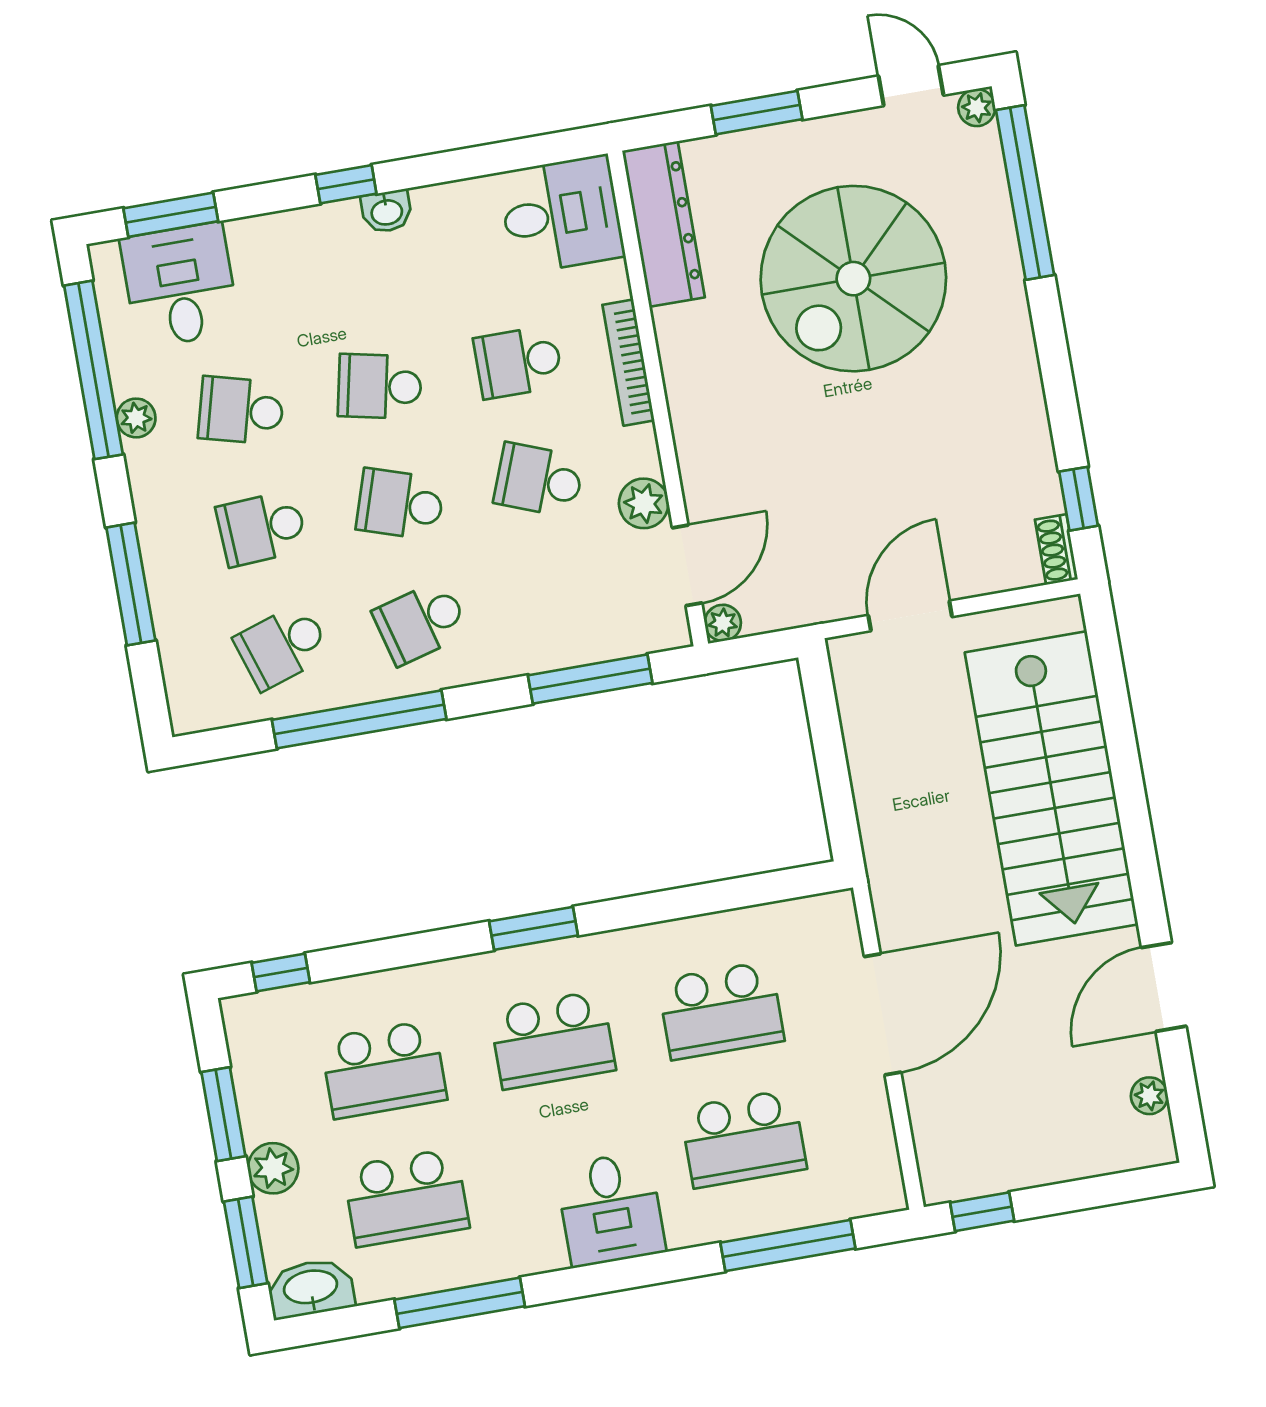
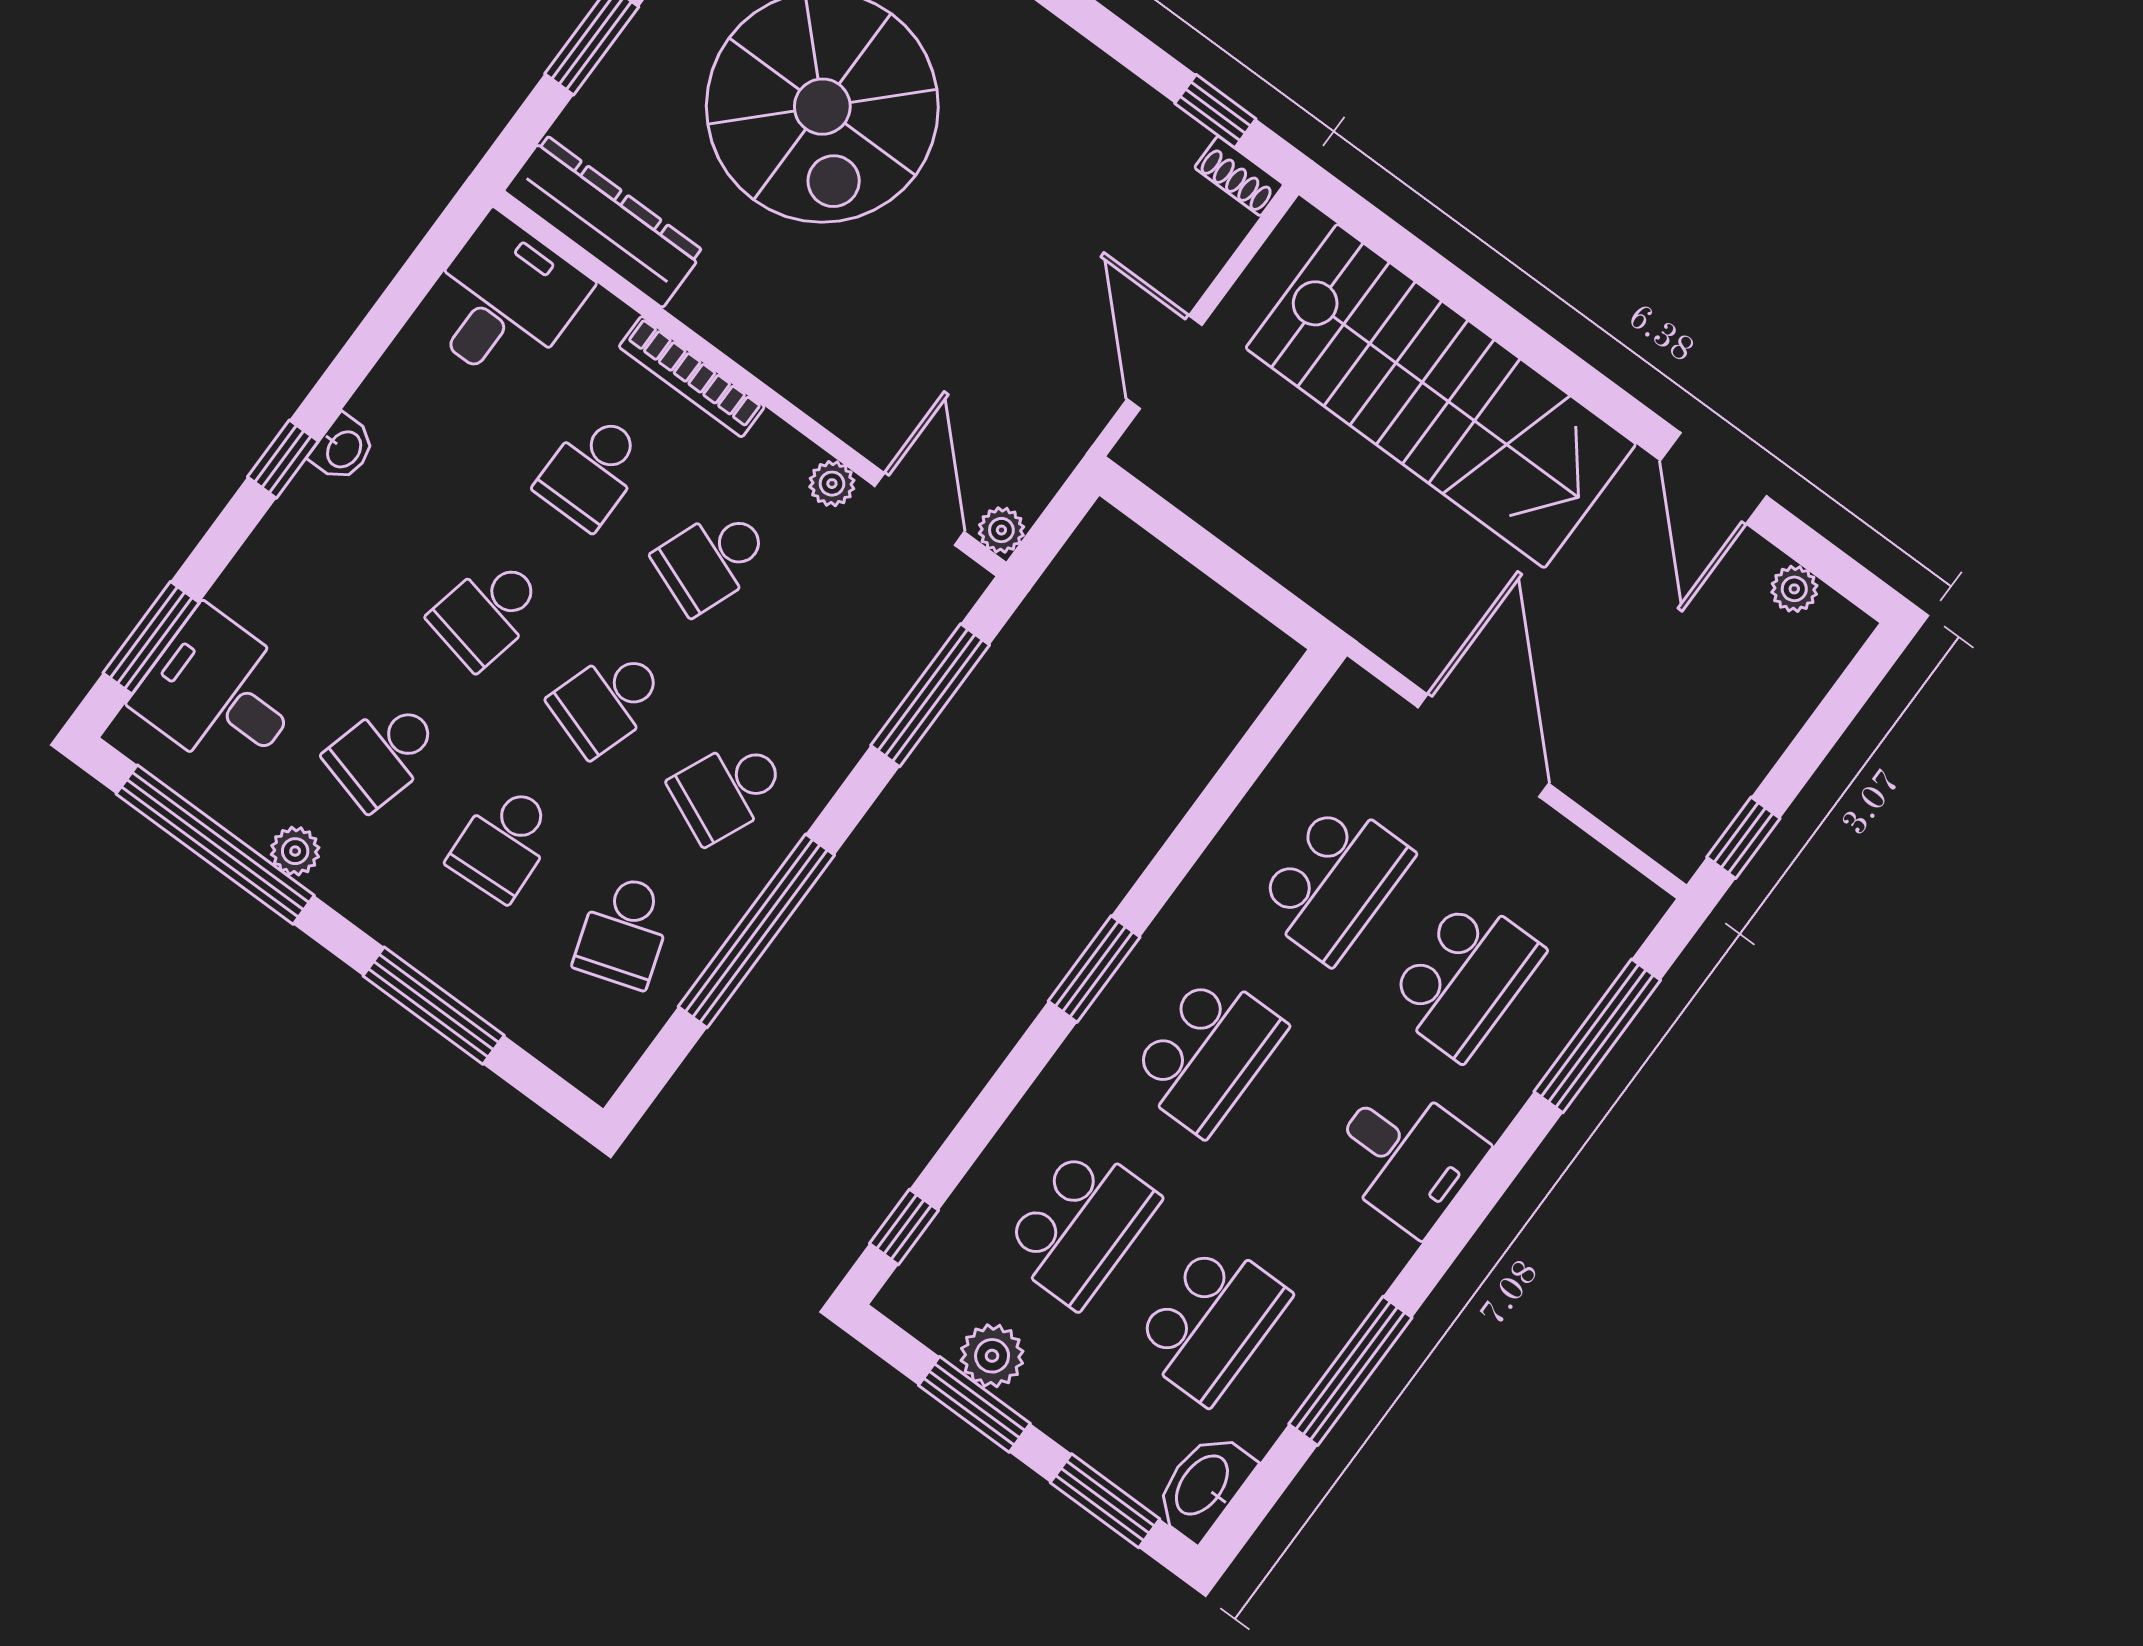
plant: (644, 503) -> (832, 484), width x0.73, depth x0.73
school desk: (421, 622) -> (728, 790), turned 39
plant: (273, 1168) -> (992, 1356), moved

